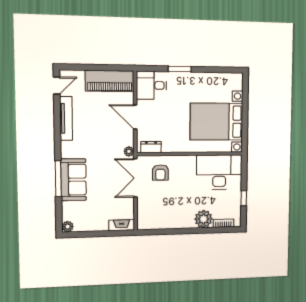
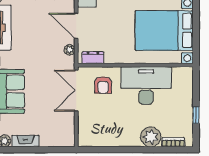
plant: (129, 151) -> (70, 50), moved
desk: (219, 172) -> (146, 85), moved
fireplace: (122, 225) -> (25, 141), moved

